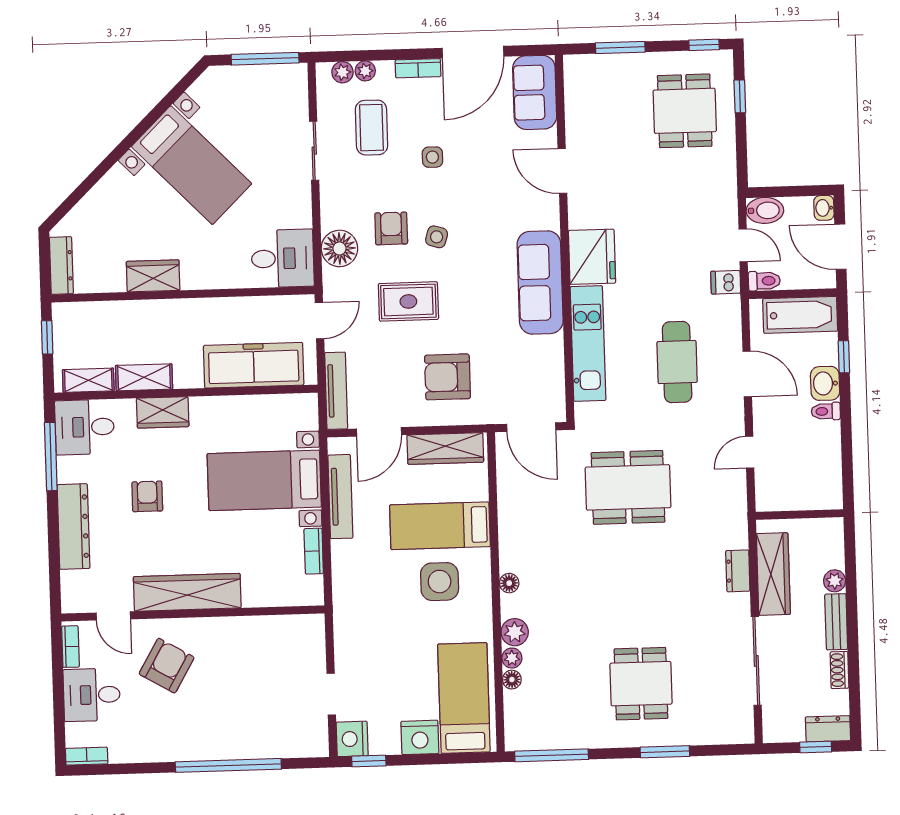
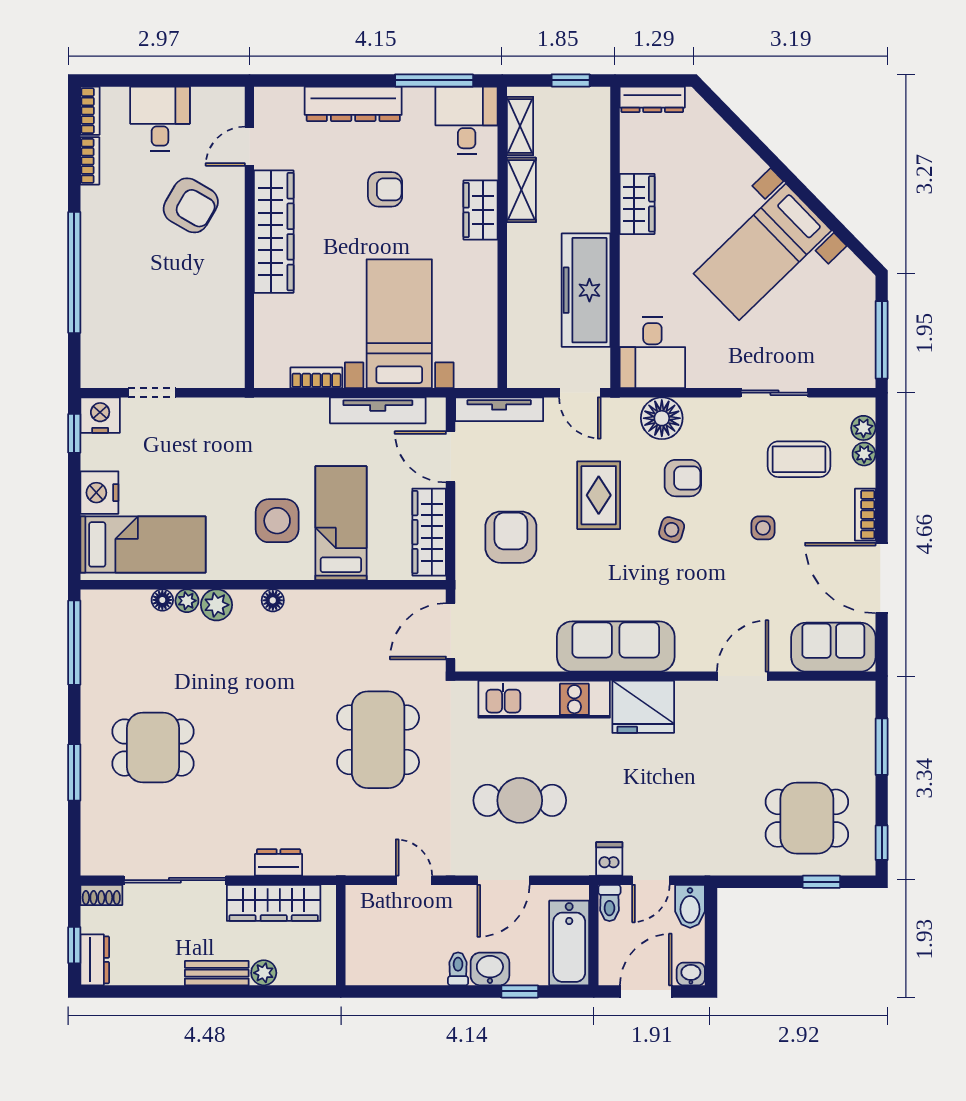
freezer: (254, 365) -> (586, 290), moved, turned 180
bookcase: (70, 647) -> (90, 161), moved, turned -90
shoe rack: (839, 670) -> (101, 895), moved, turned 180

